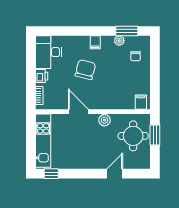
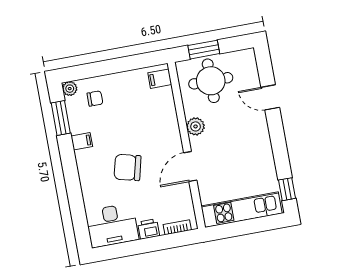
plant: (119, 41) -> (70, 89), moved
filing cabinet: (95, 42) -> (82, 141), moved

